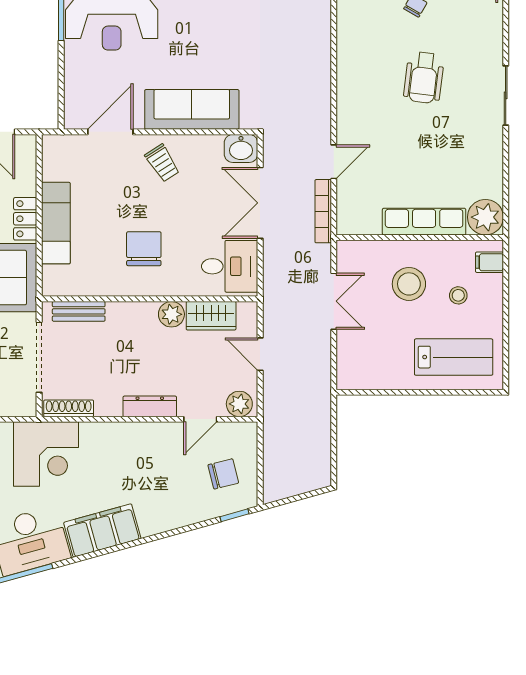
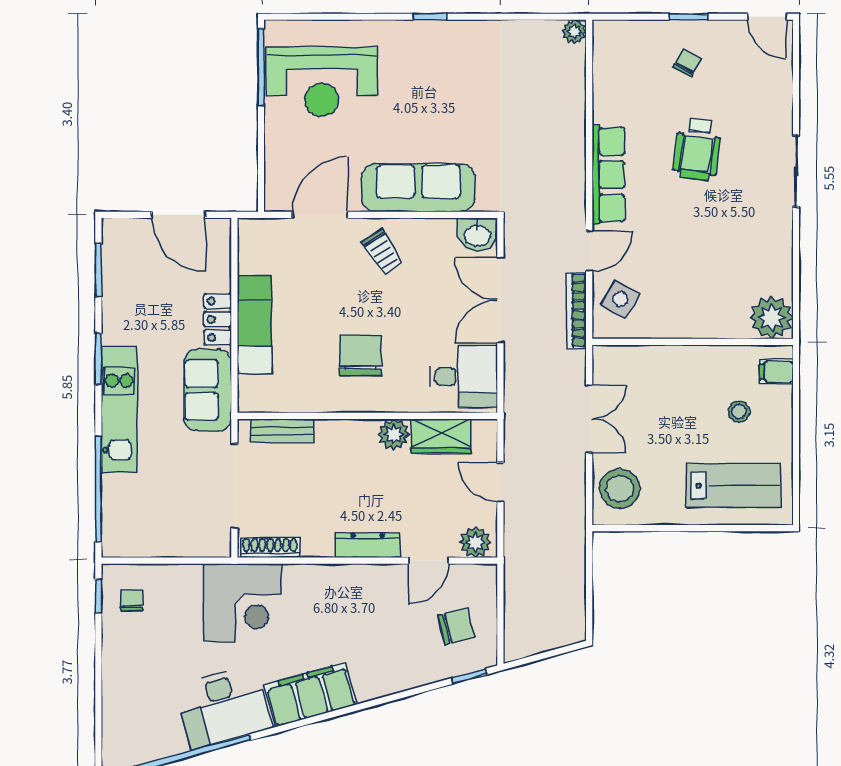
side table: (360, 202) -> (620, 299), added
row of seats: (424, 222) -> (608, 175), moved, turned 90
stool: (409, 284) -> (620, 489), moved

